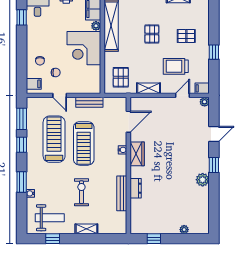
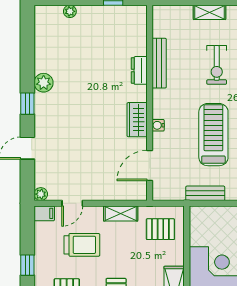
pallet: (121, 77) -> (160, 229), turned 90

